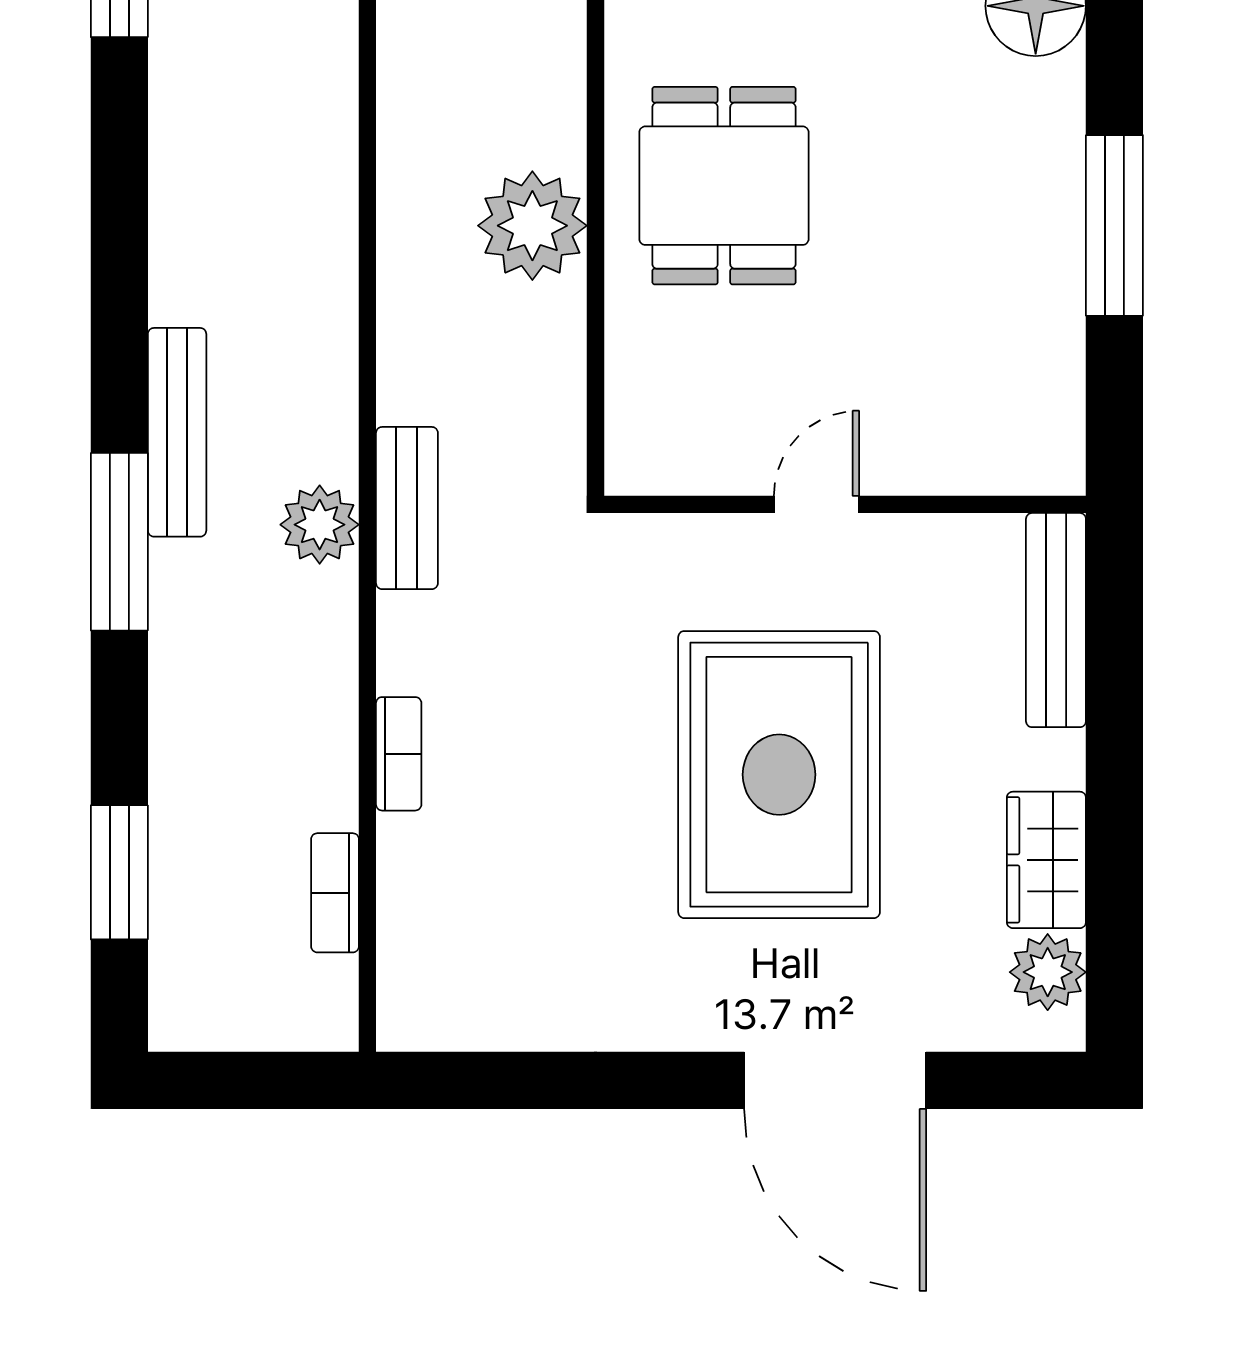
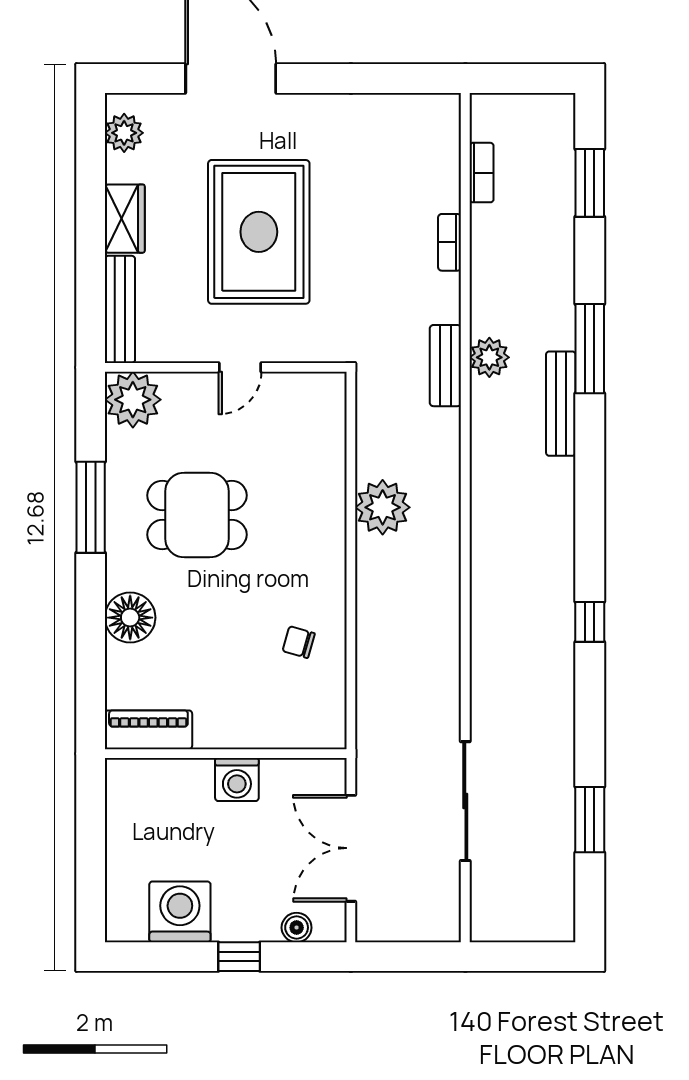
dining table: (724, 186) -> (197, 515), moved, turned 90
plant: (1030, 440) -> (133, 400), added
wardrobe: (1046, 860) -> (125, 219), moved

